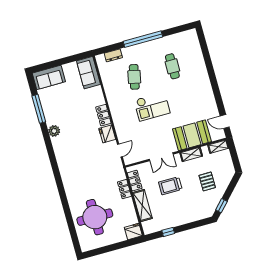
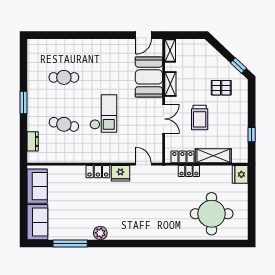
window: (143, 39) -> (24, 102), width x0.47
sofa: (88, 73) -> (37, 186), moved, turned -90
pallet: (207, 181) -> (221, 88), moved

